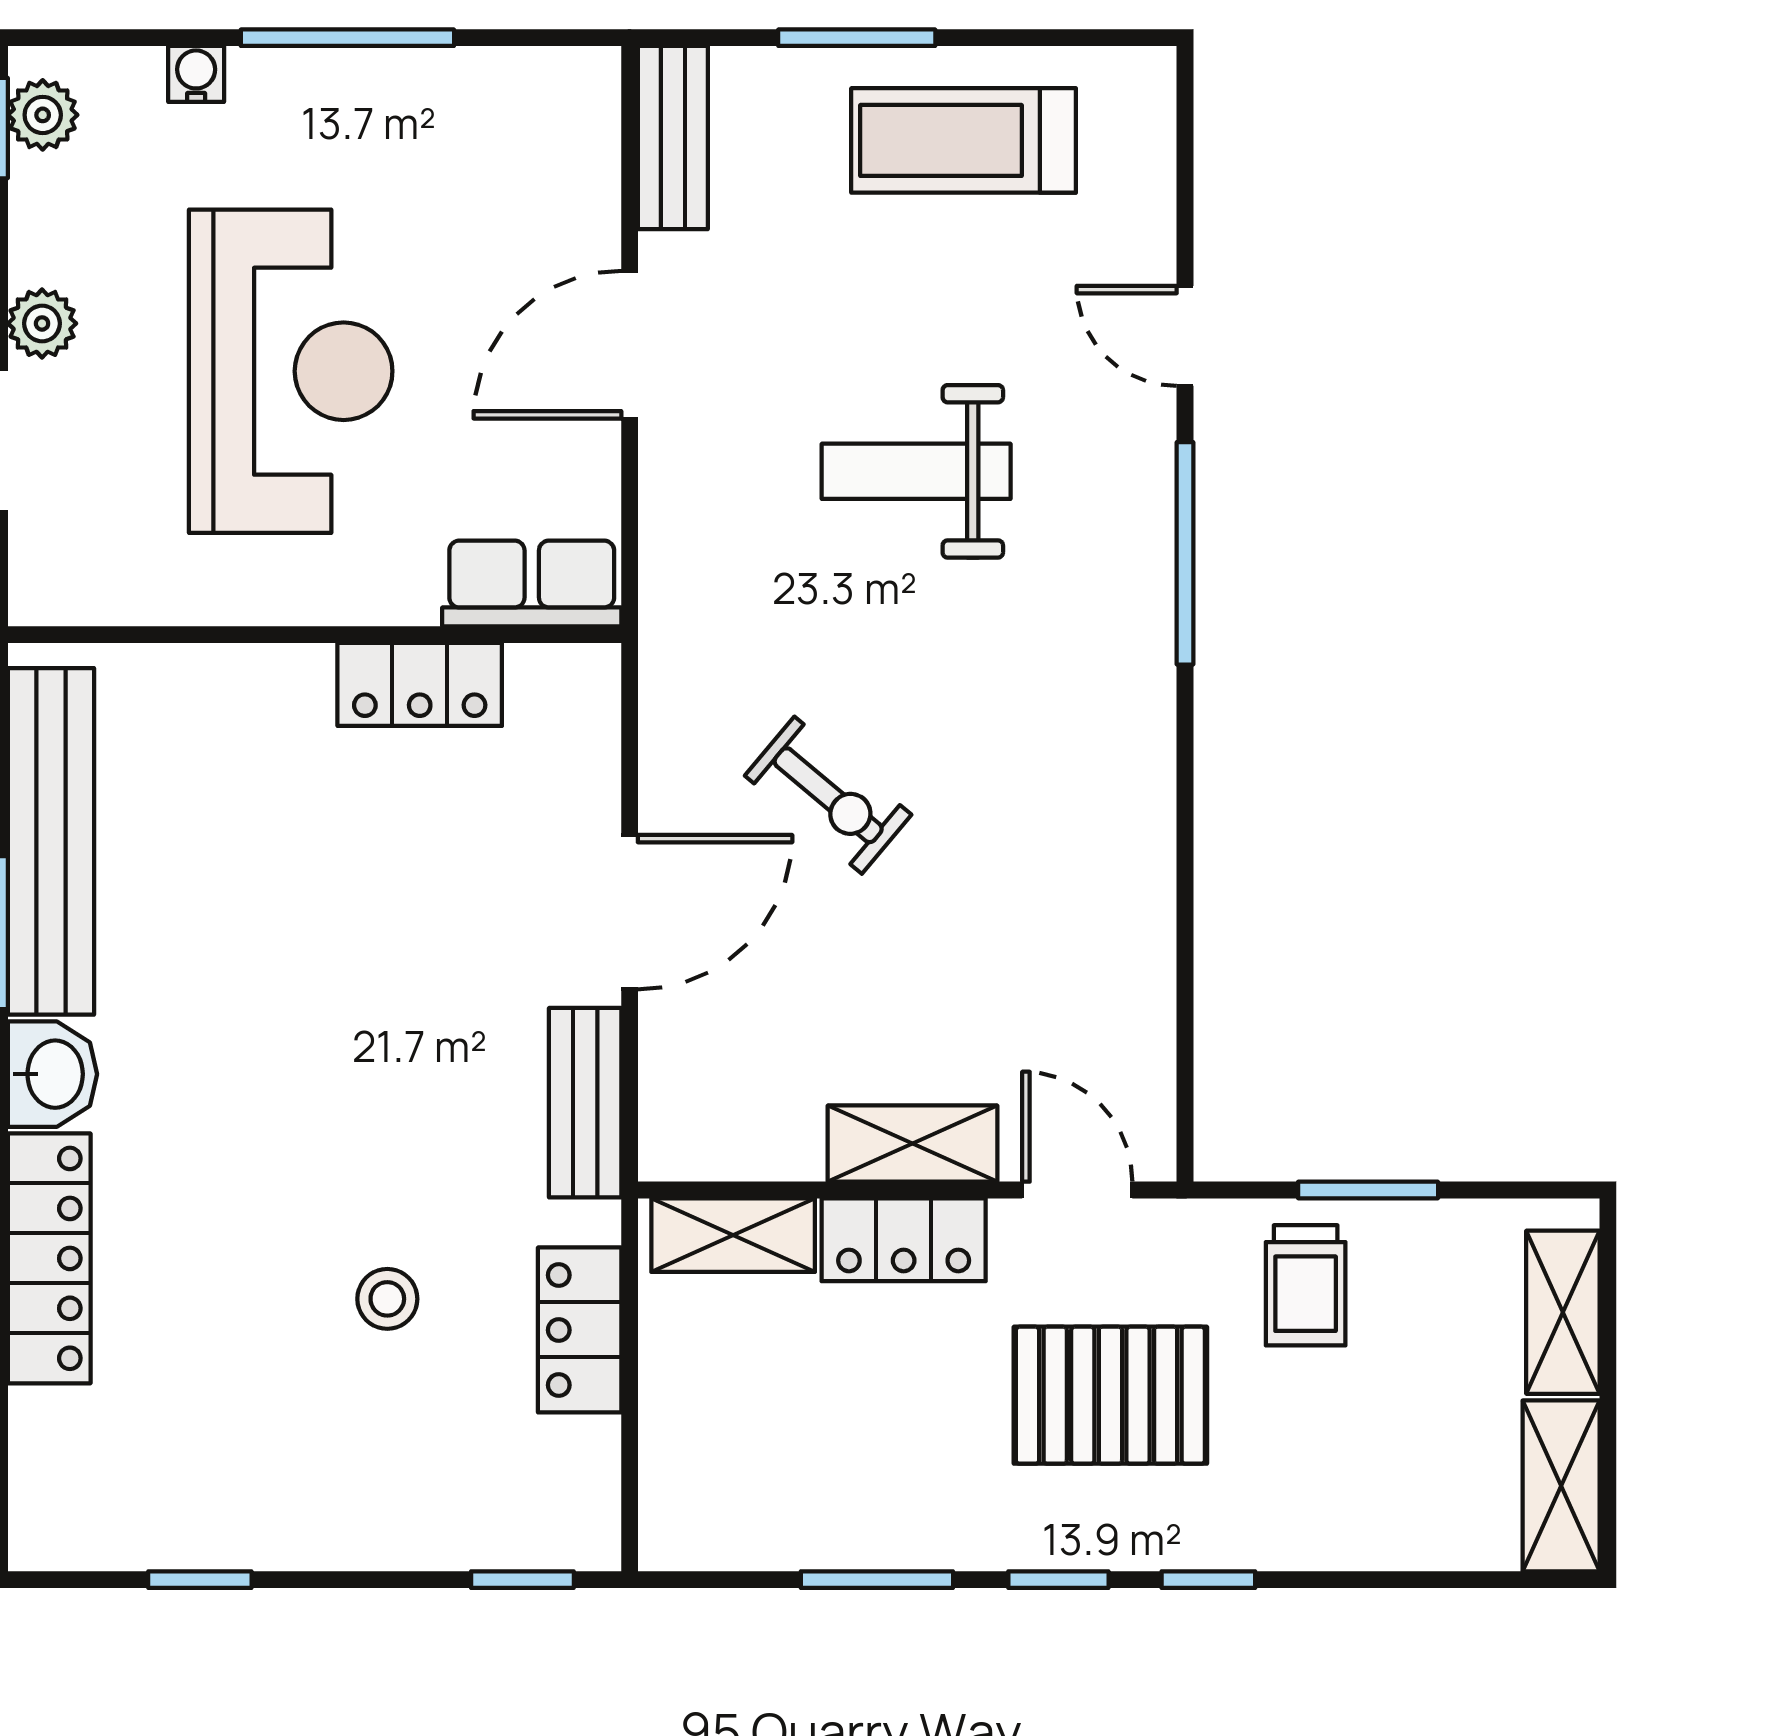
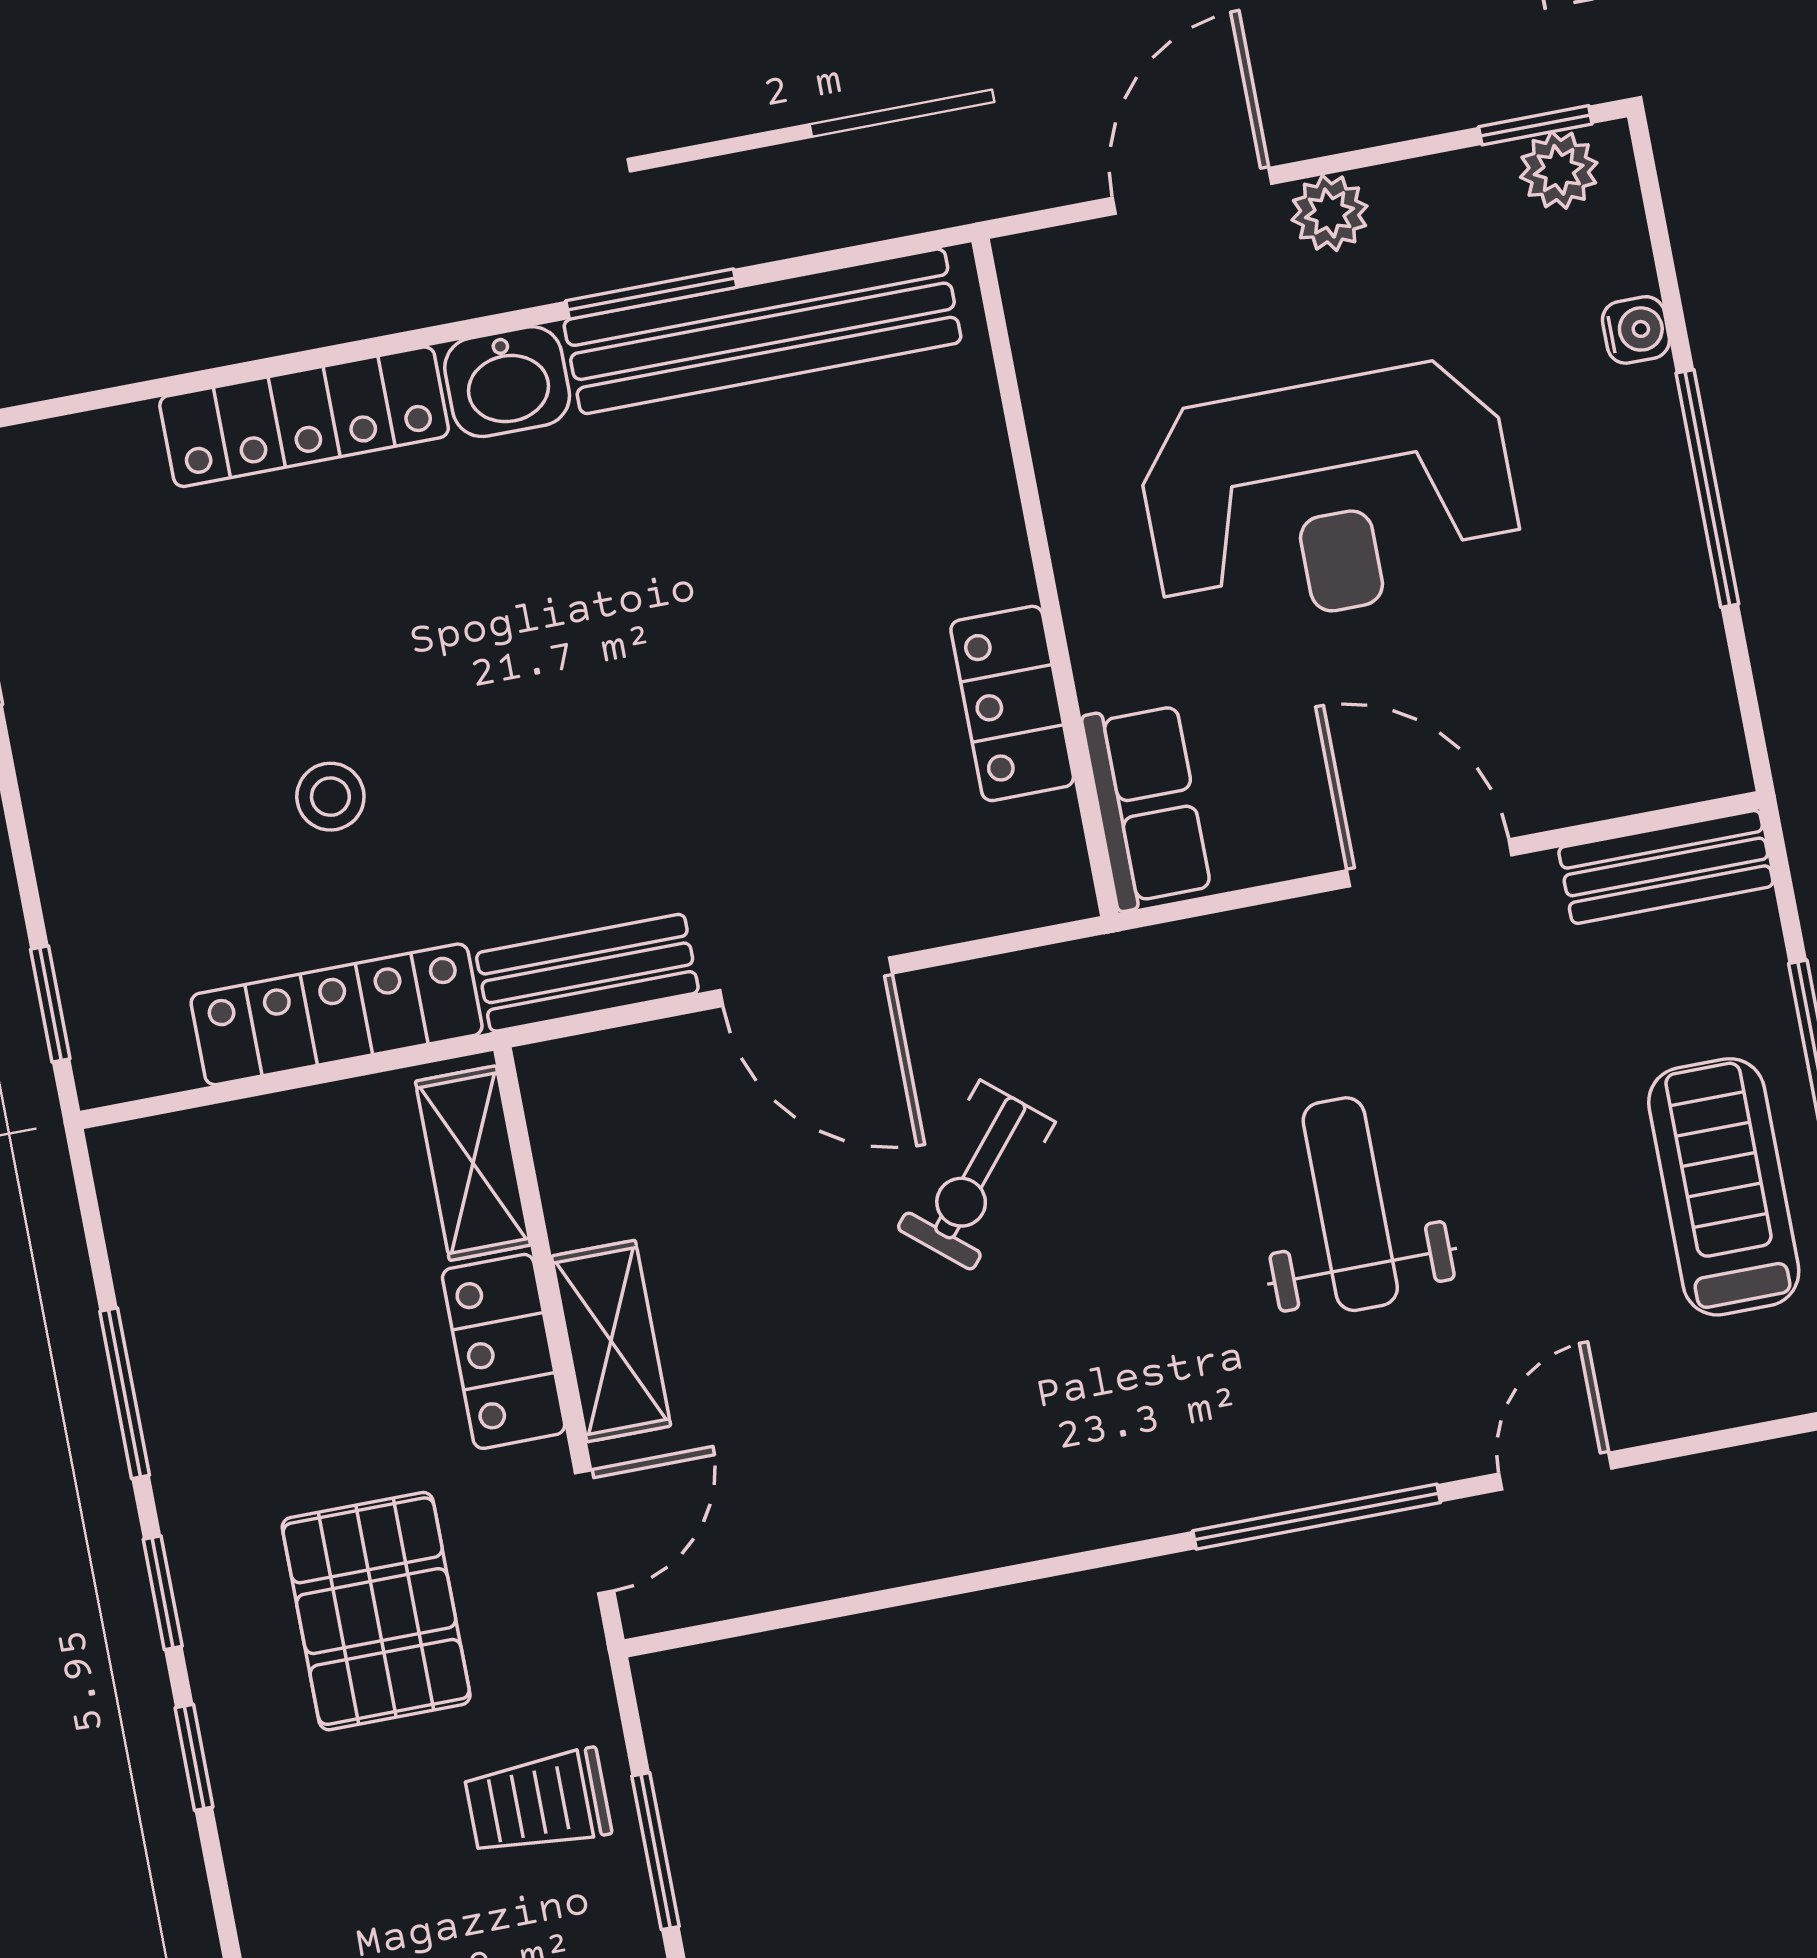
locker: (580, 1330) -> (337, 1014), width x1.53

